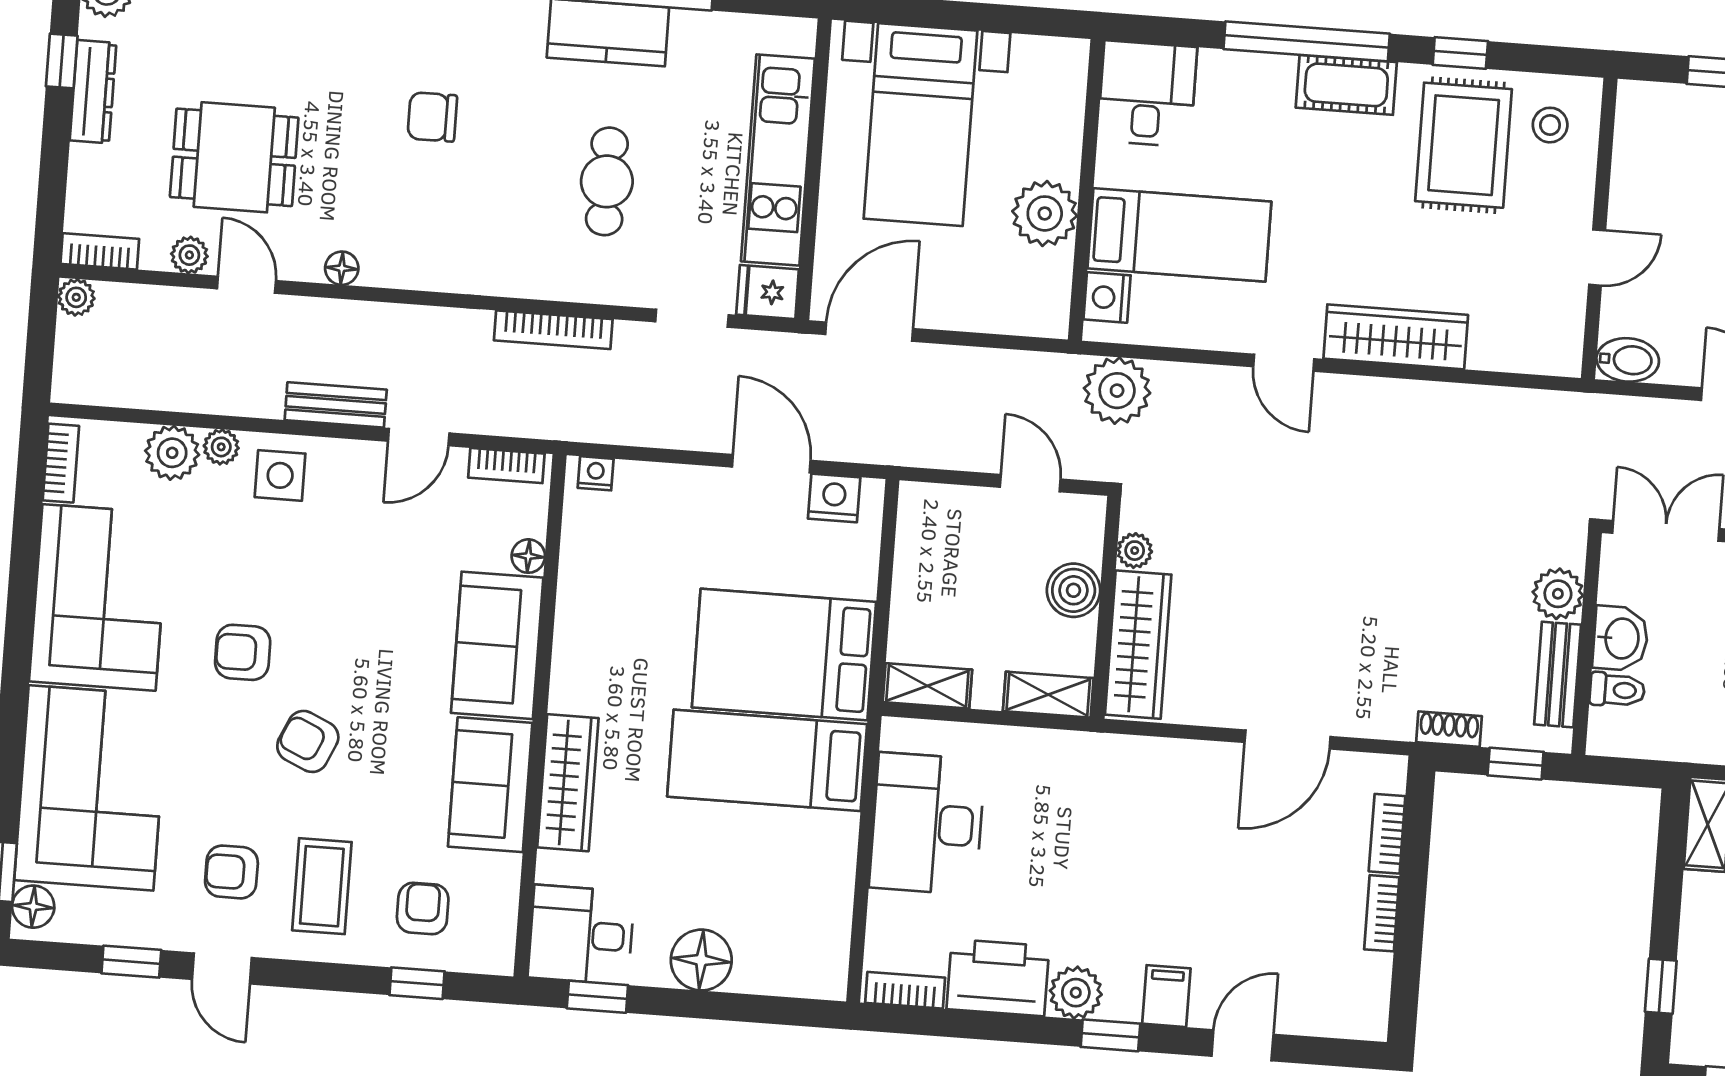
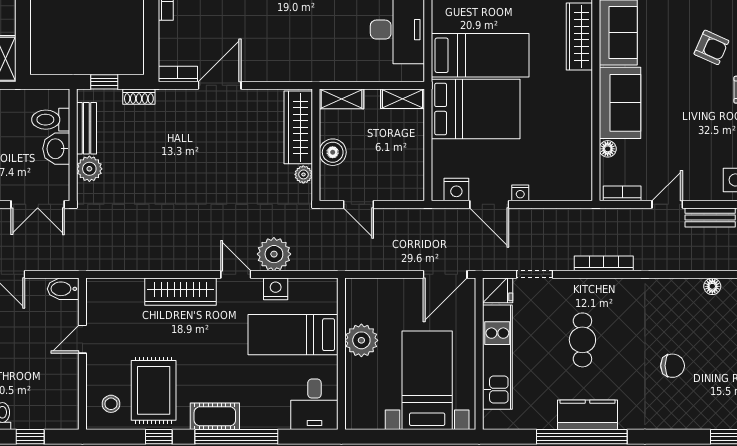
nightstand: (1107, 297) -> (276, 289), moved, turned -90
plant: (1117, 391) -> (274, 254), moved
nightstand: (596, 473) -> (520, 193), moved
toilet: (1617, 690) -> (51, 120), width x1.37, depth x1.39
bookcase: (1387, 834) -> (178, 74), moved, turned -90

